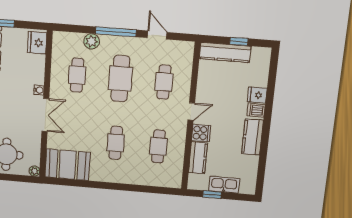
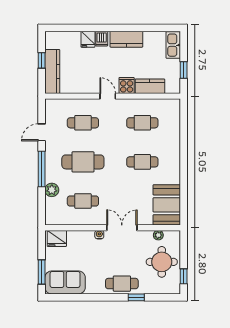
plant: (34, 171) -> (158, 235), moved
kitchen sink: (224, 185) -> (173, 45), moved

